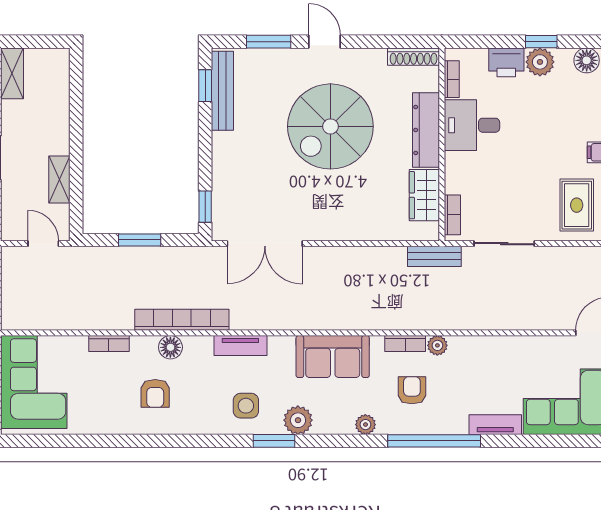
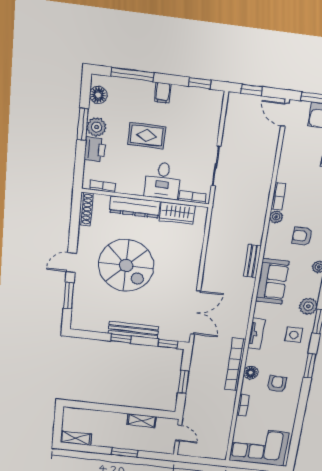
window: (541, 42) -> (83, 124), width x1.50
window: (205, 86) -> (121, 338), moved
bench: (222, 91) -> (133, 330), moved
desk: (472, 125) -> (163, 181), moved
rug: (577, 205) -> (147, 136), moved
door: (43, 244) -> (178, 433), swing flipped
bench: (434, 256) -> (252, 261), moved
bookcase: (405, 344) -> (278, 196), moved
armchair: (155, 393) -> (277, 384), turned -90
window: (195, 441) -> (310, 366), added

